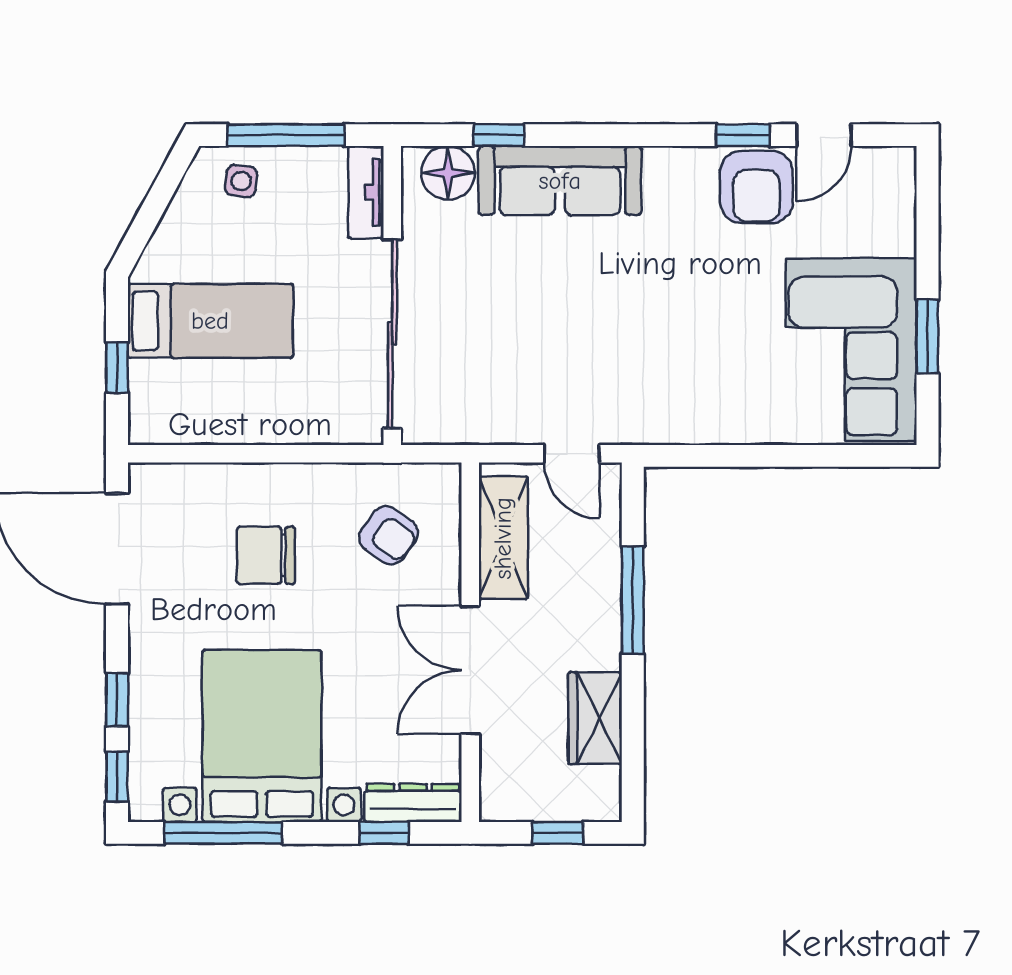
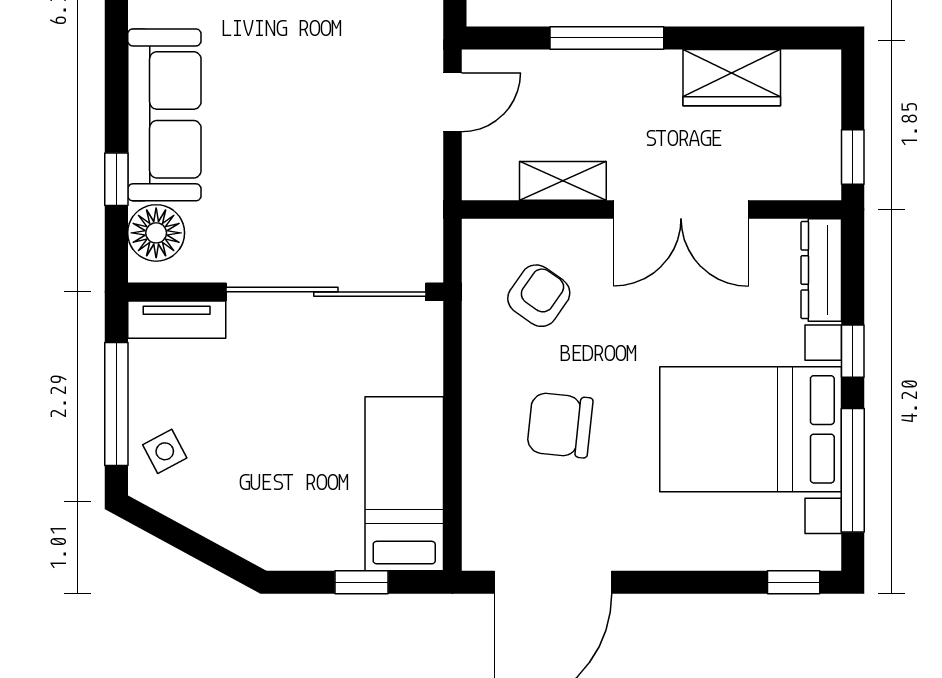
side table: (241, 181) -> (165, 451), turned -35
bed: (210, 321) -> (404, 484), moved
shelving: (503, 538) -> (563, 181), width x0.67, depth x0.75
chair: (266, 555) -> (560, 425), turned 96
window: (117, 700) -> (712, 582), removed
window: (384, 833) -> (853, 351), moved
window: (558, 833) -> (853, 157), moved

